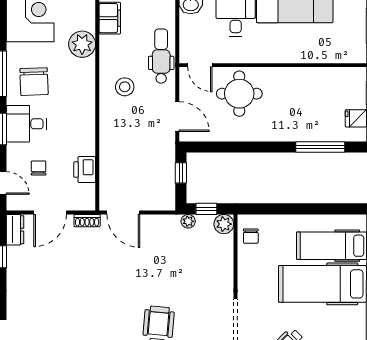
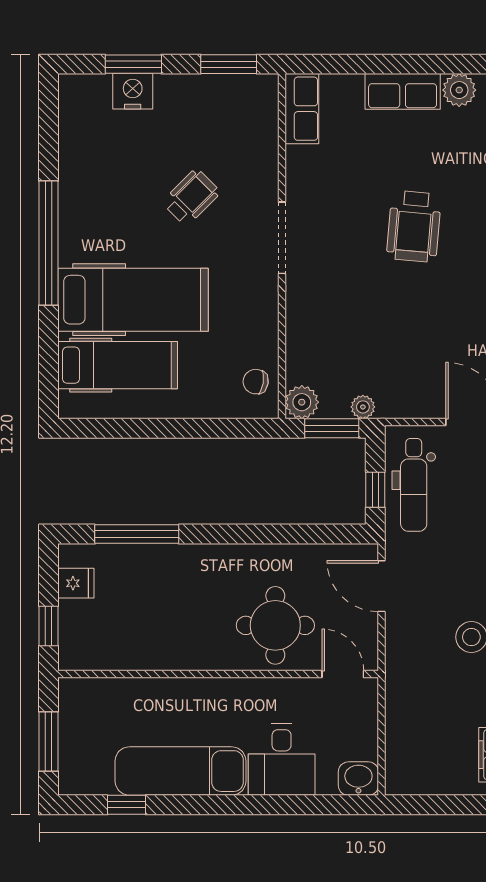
dental chair: (161, 56) -> (414, 485), moved
window: (206, 209) -> (332, 428), width x1.50
chair: (251, 236) -> (256, 382), turned -81

